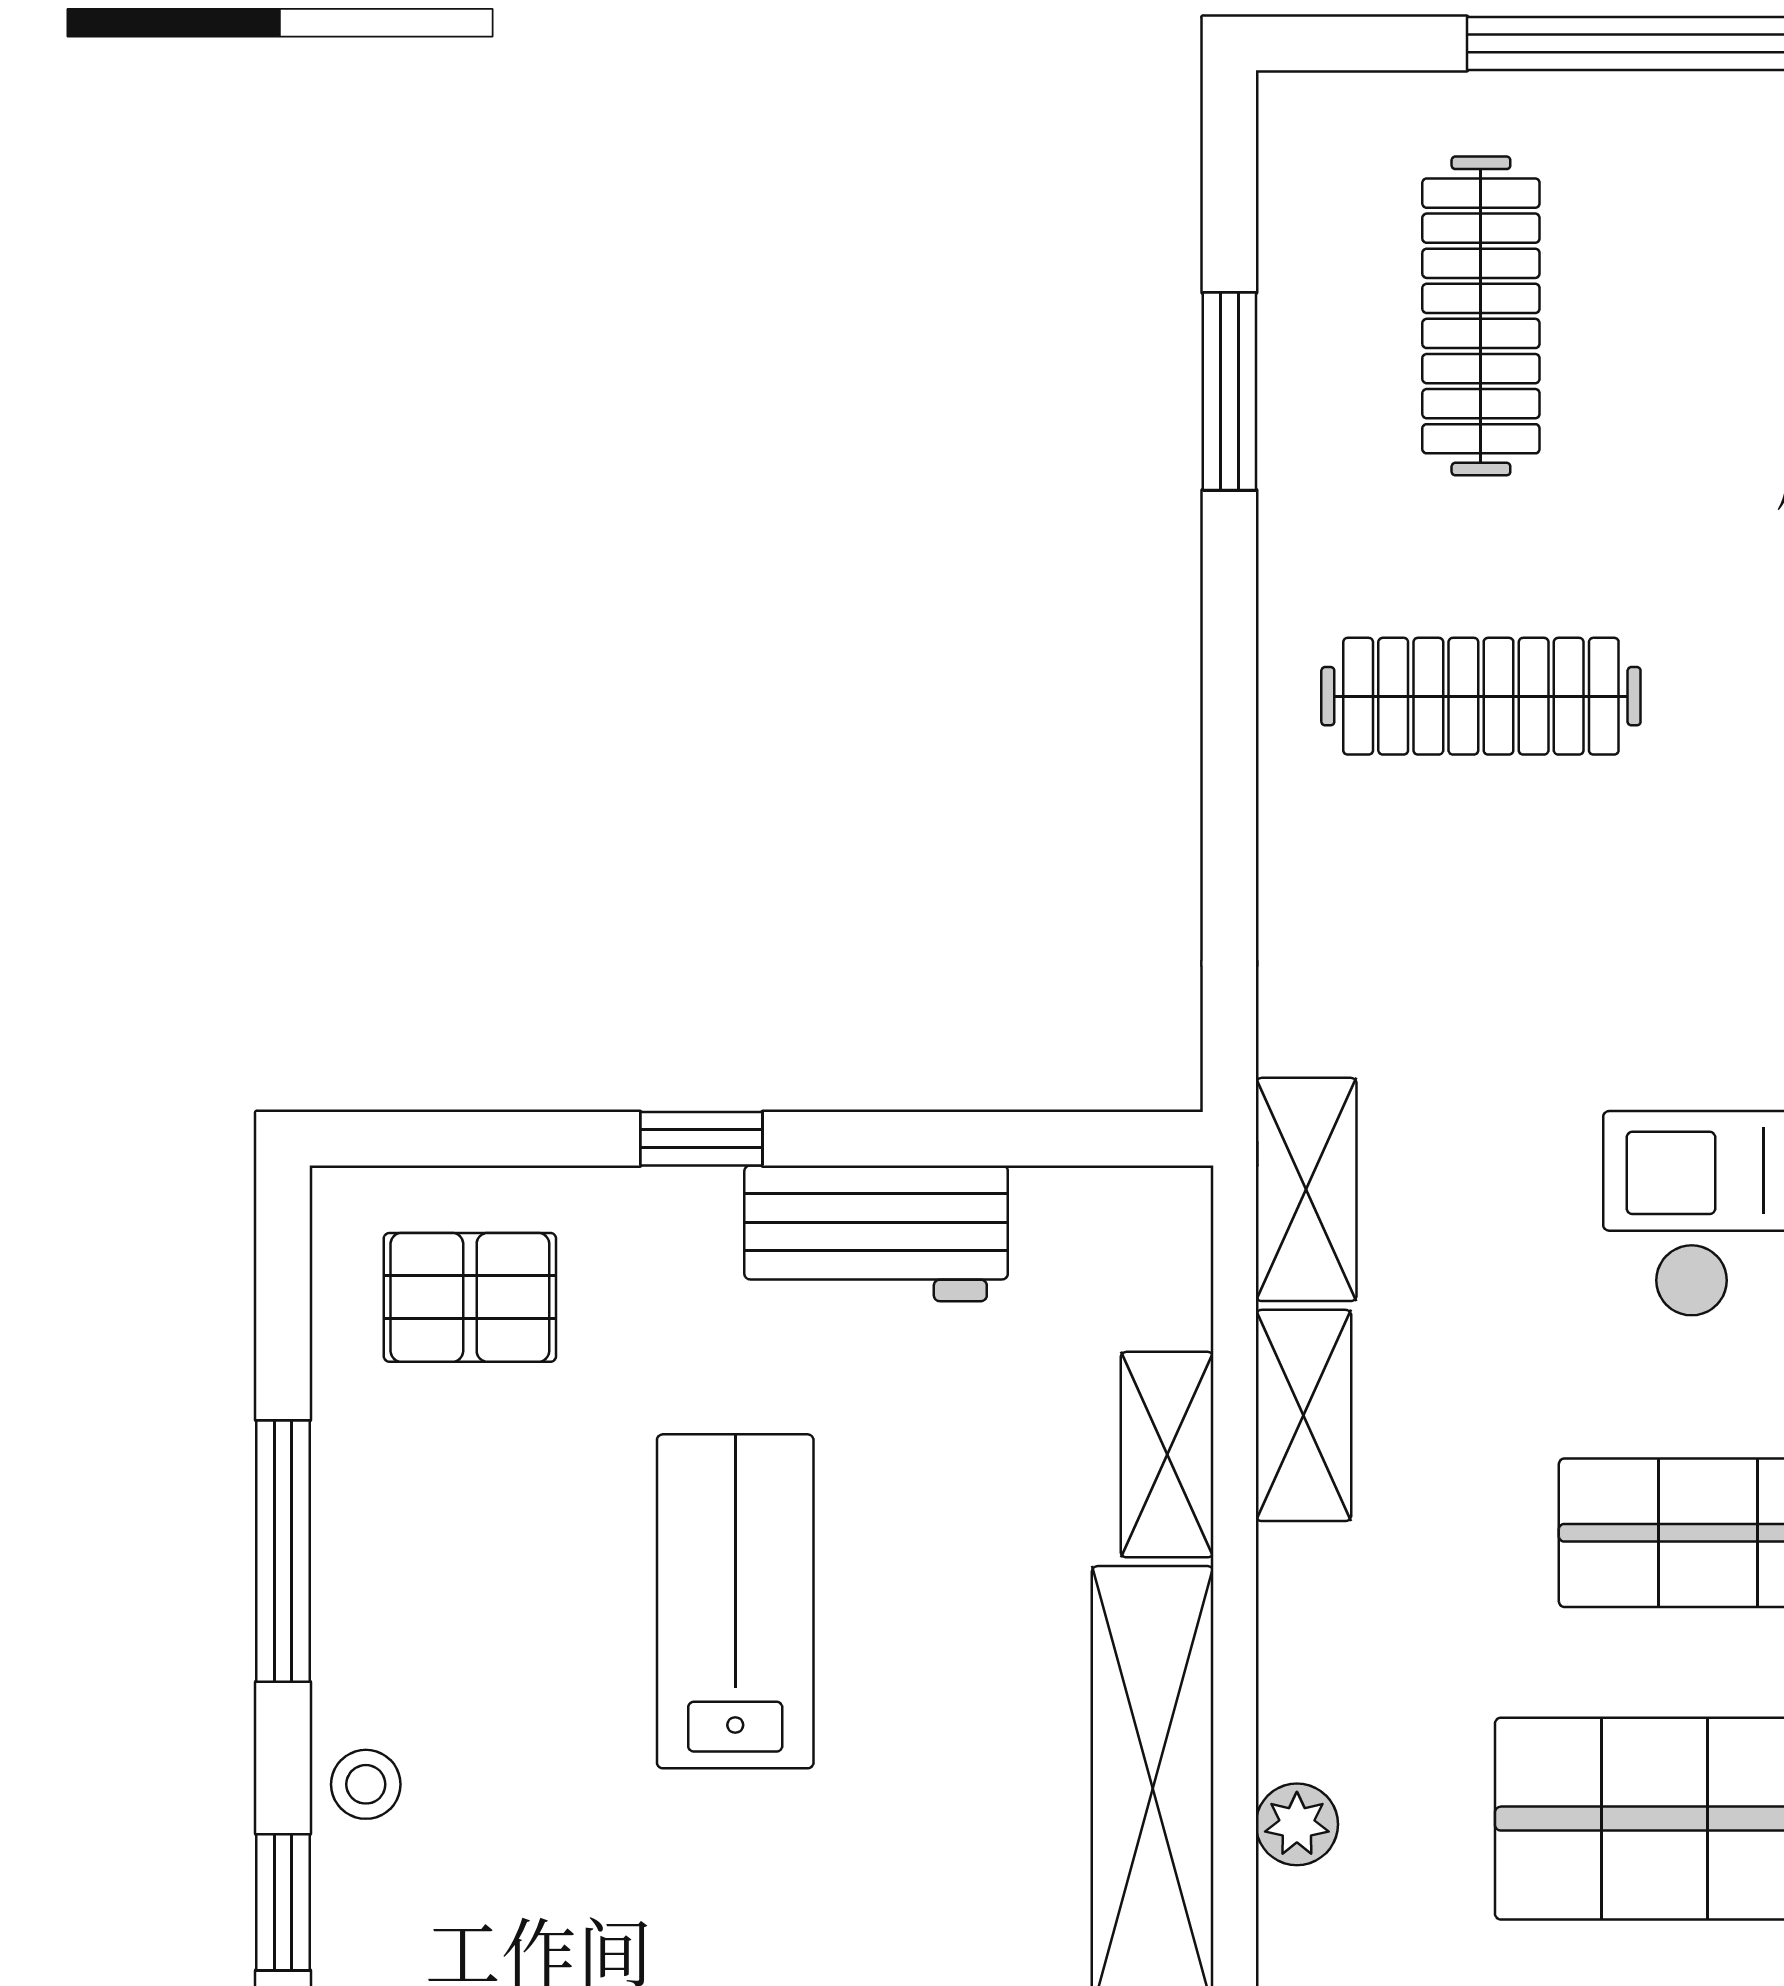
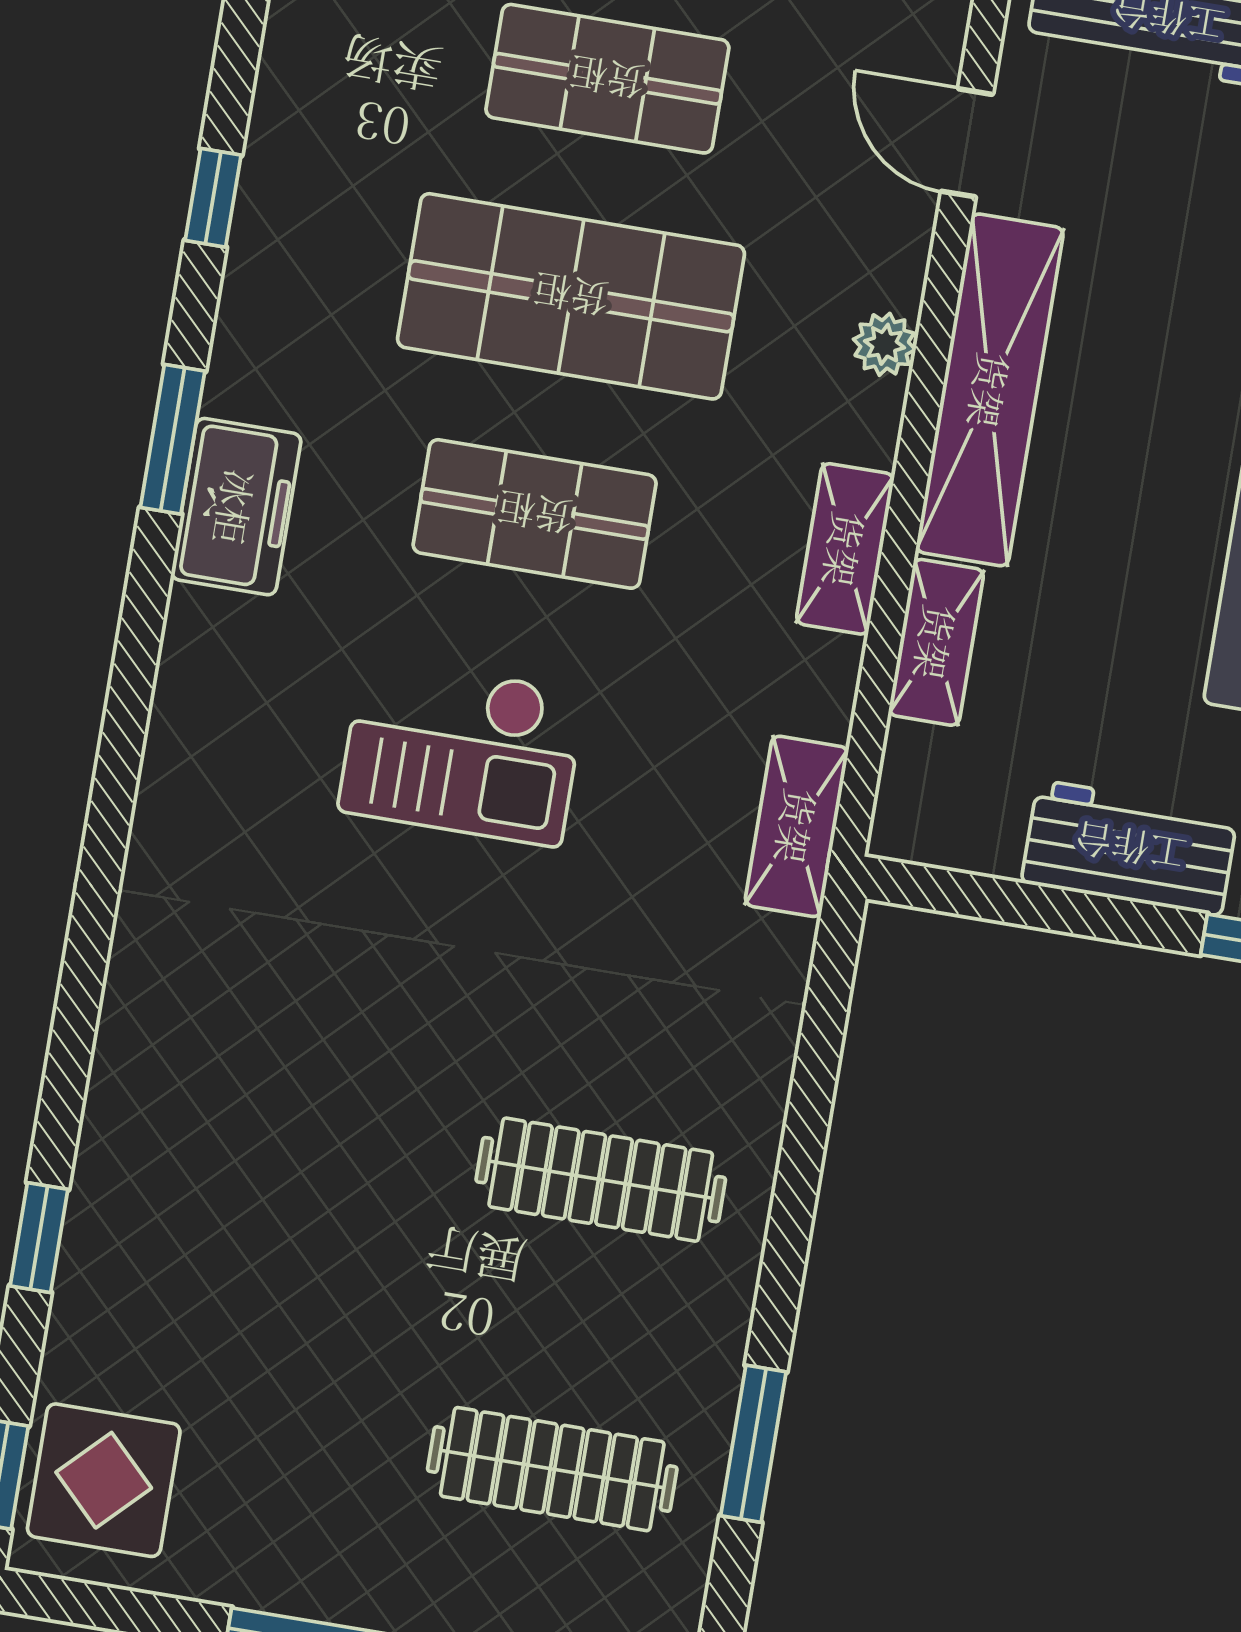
clothes rail: (1481, 316) -> (552, 1469), turned 90
shelving: (1304, 1415) -> (845, 549), moved

